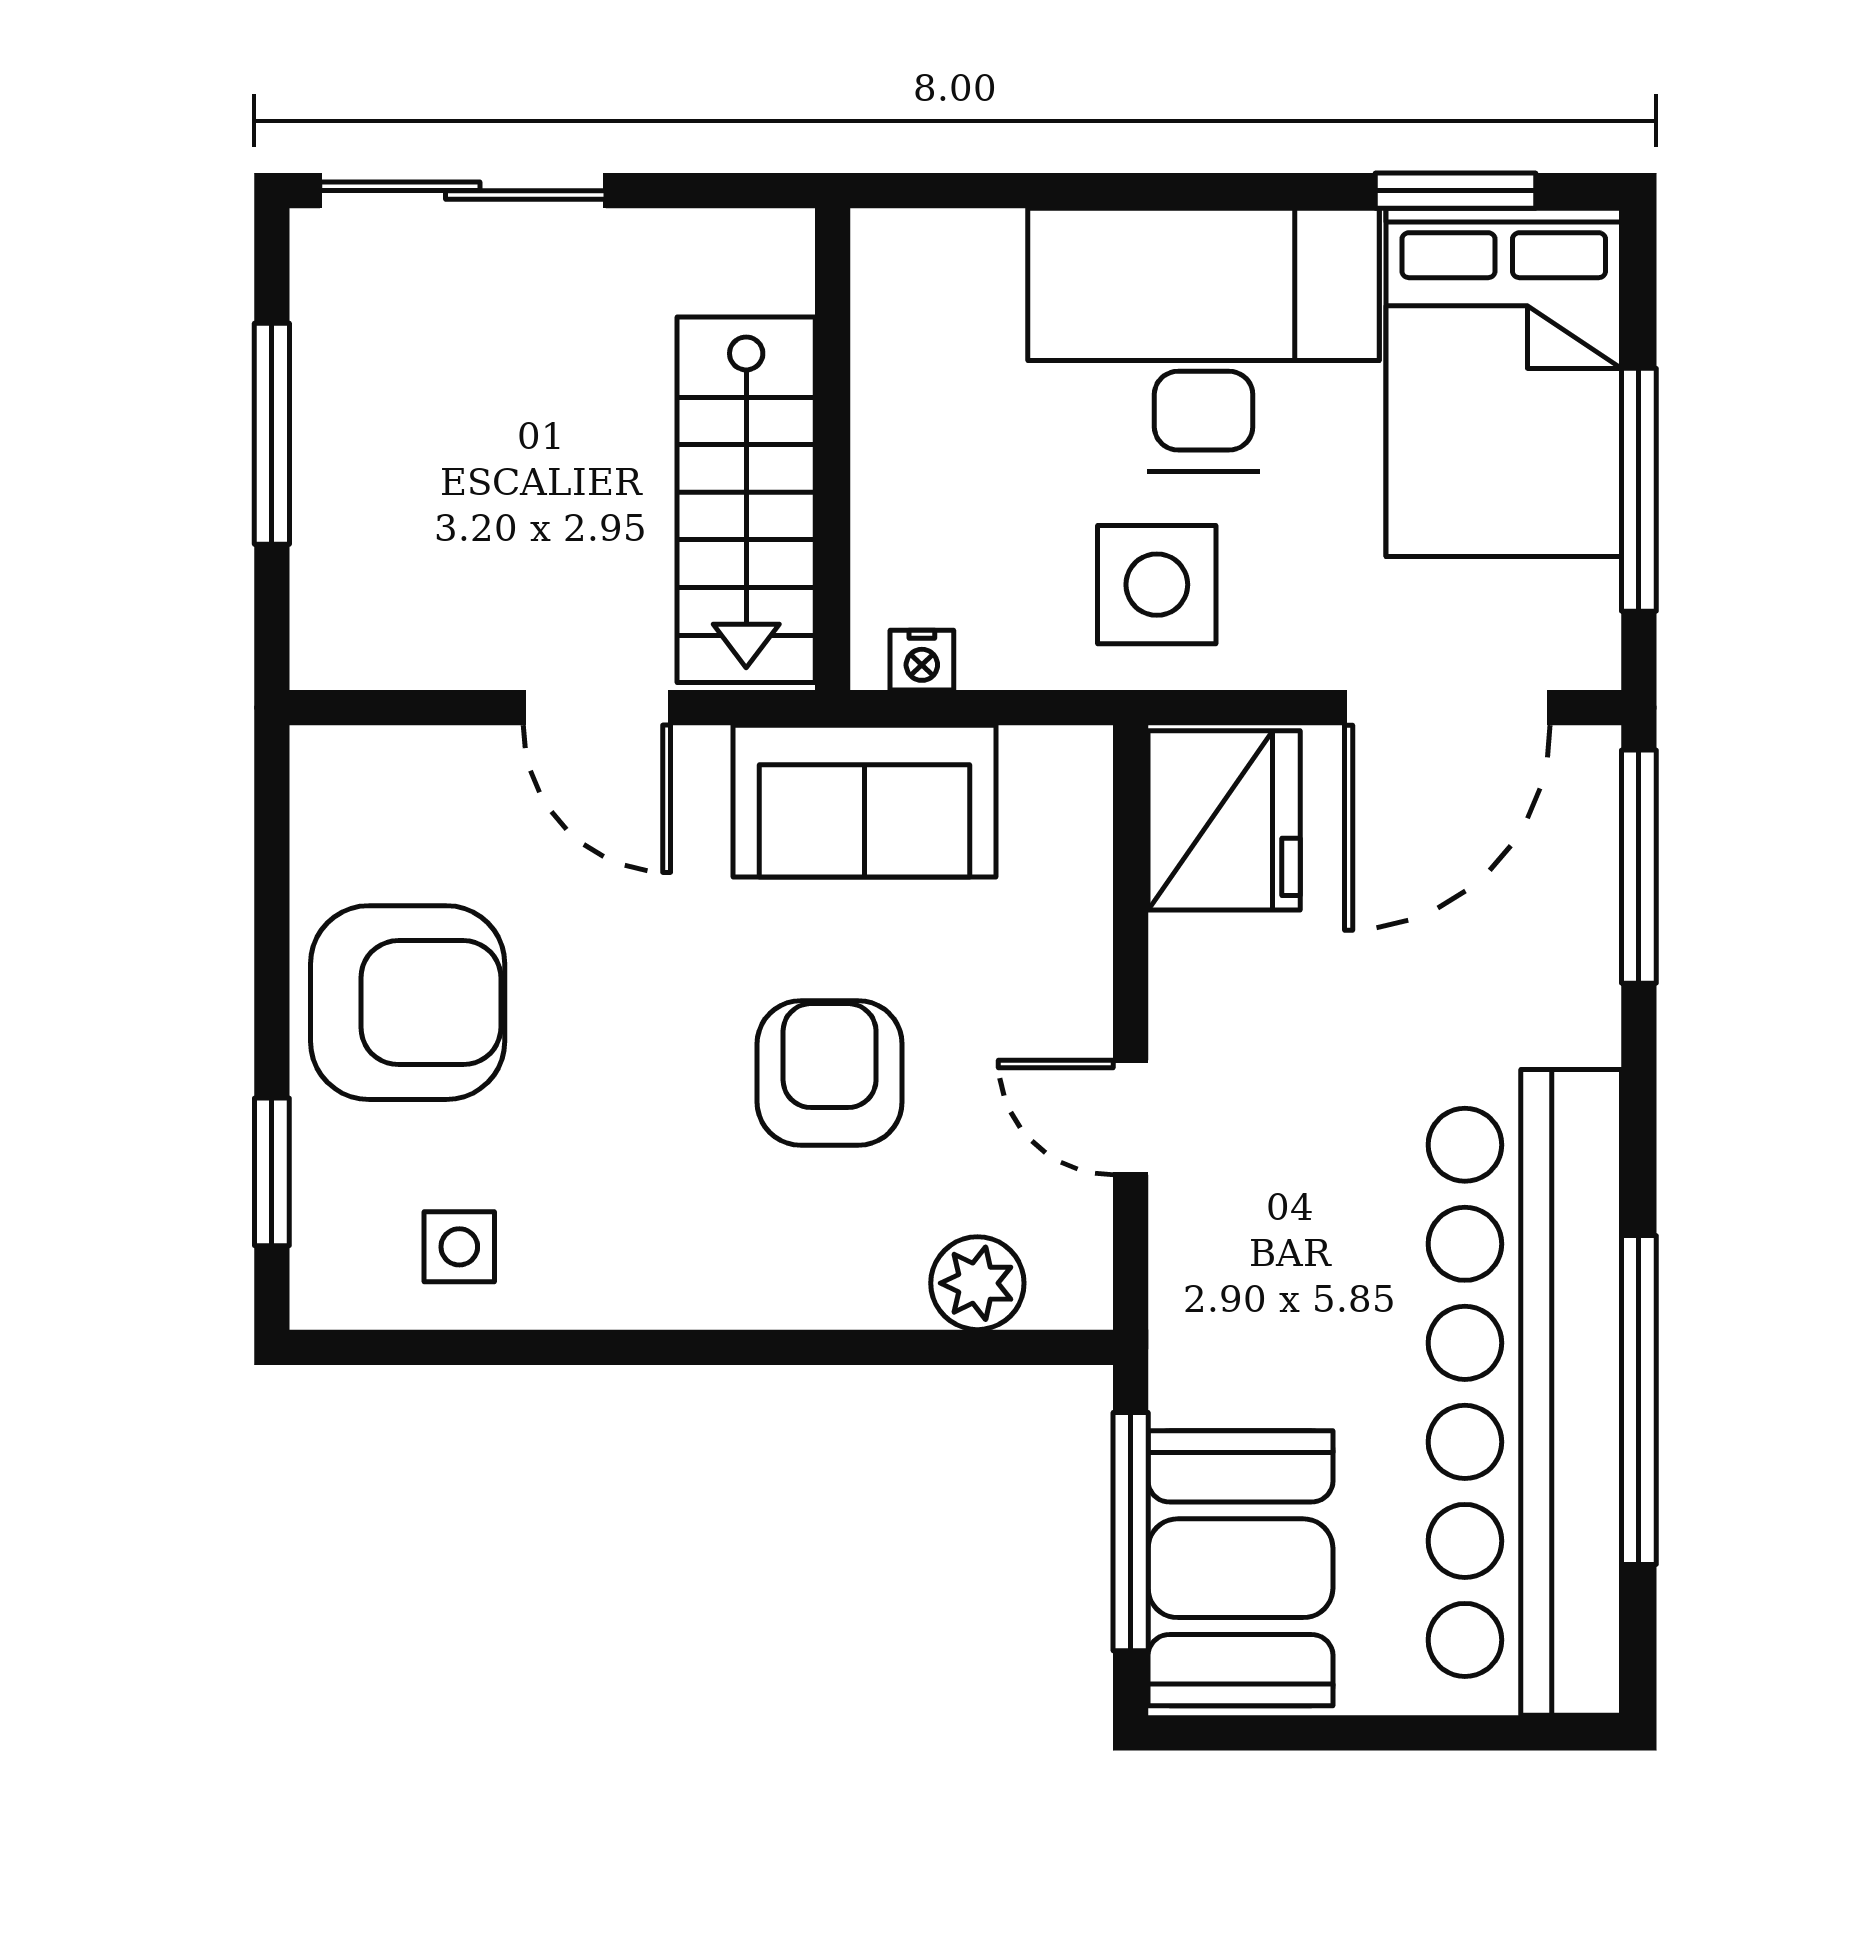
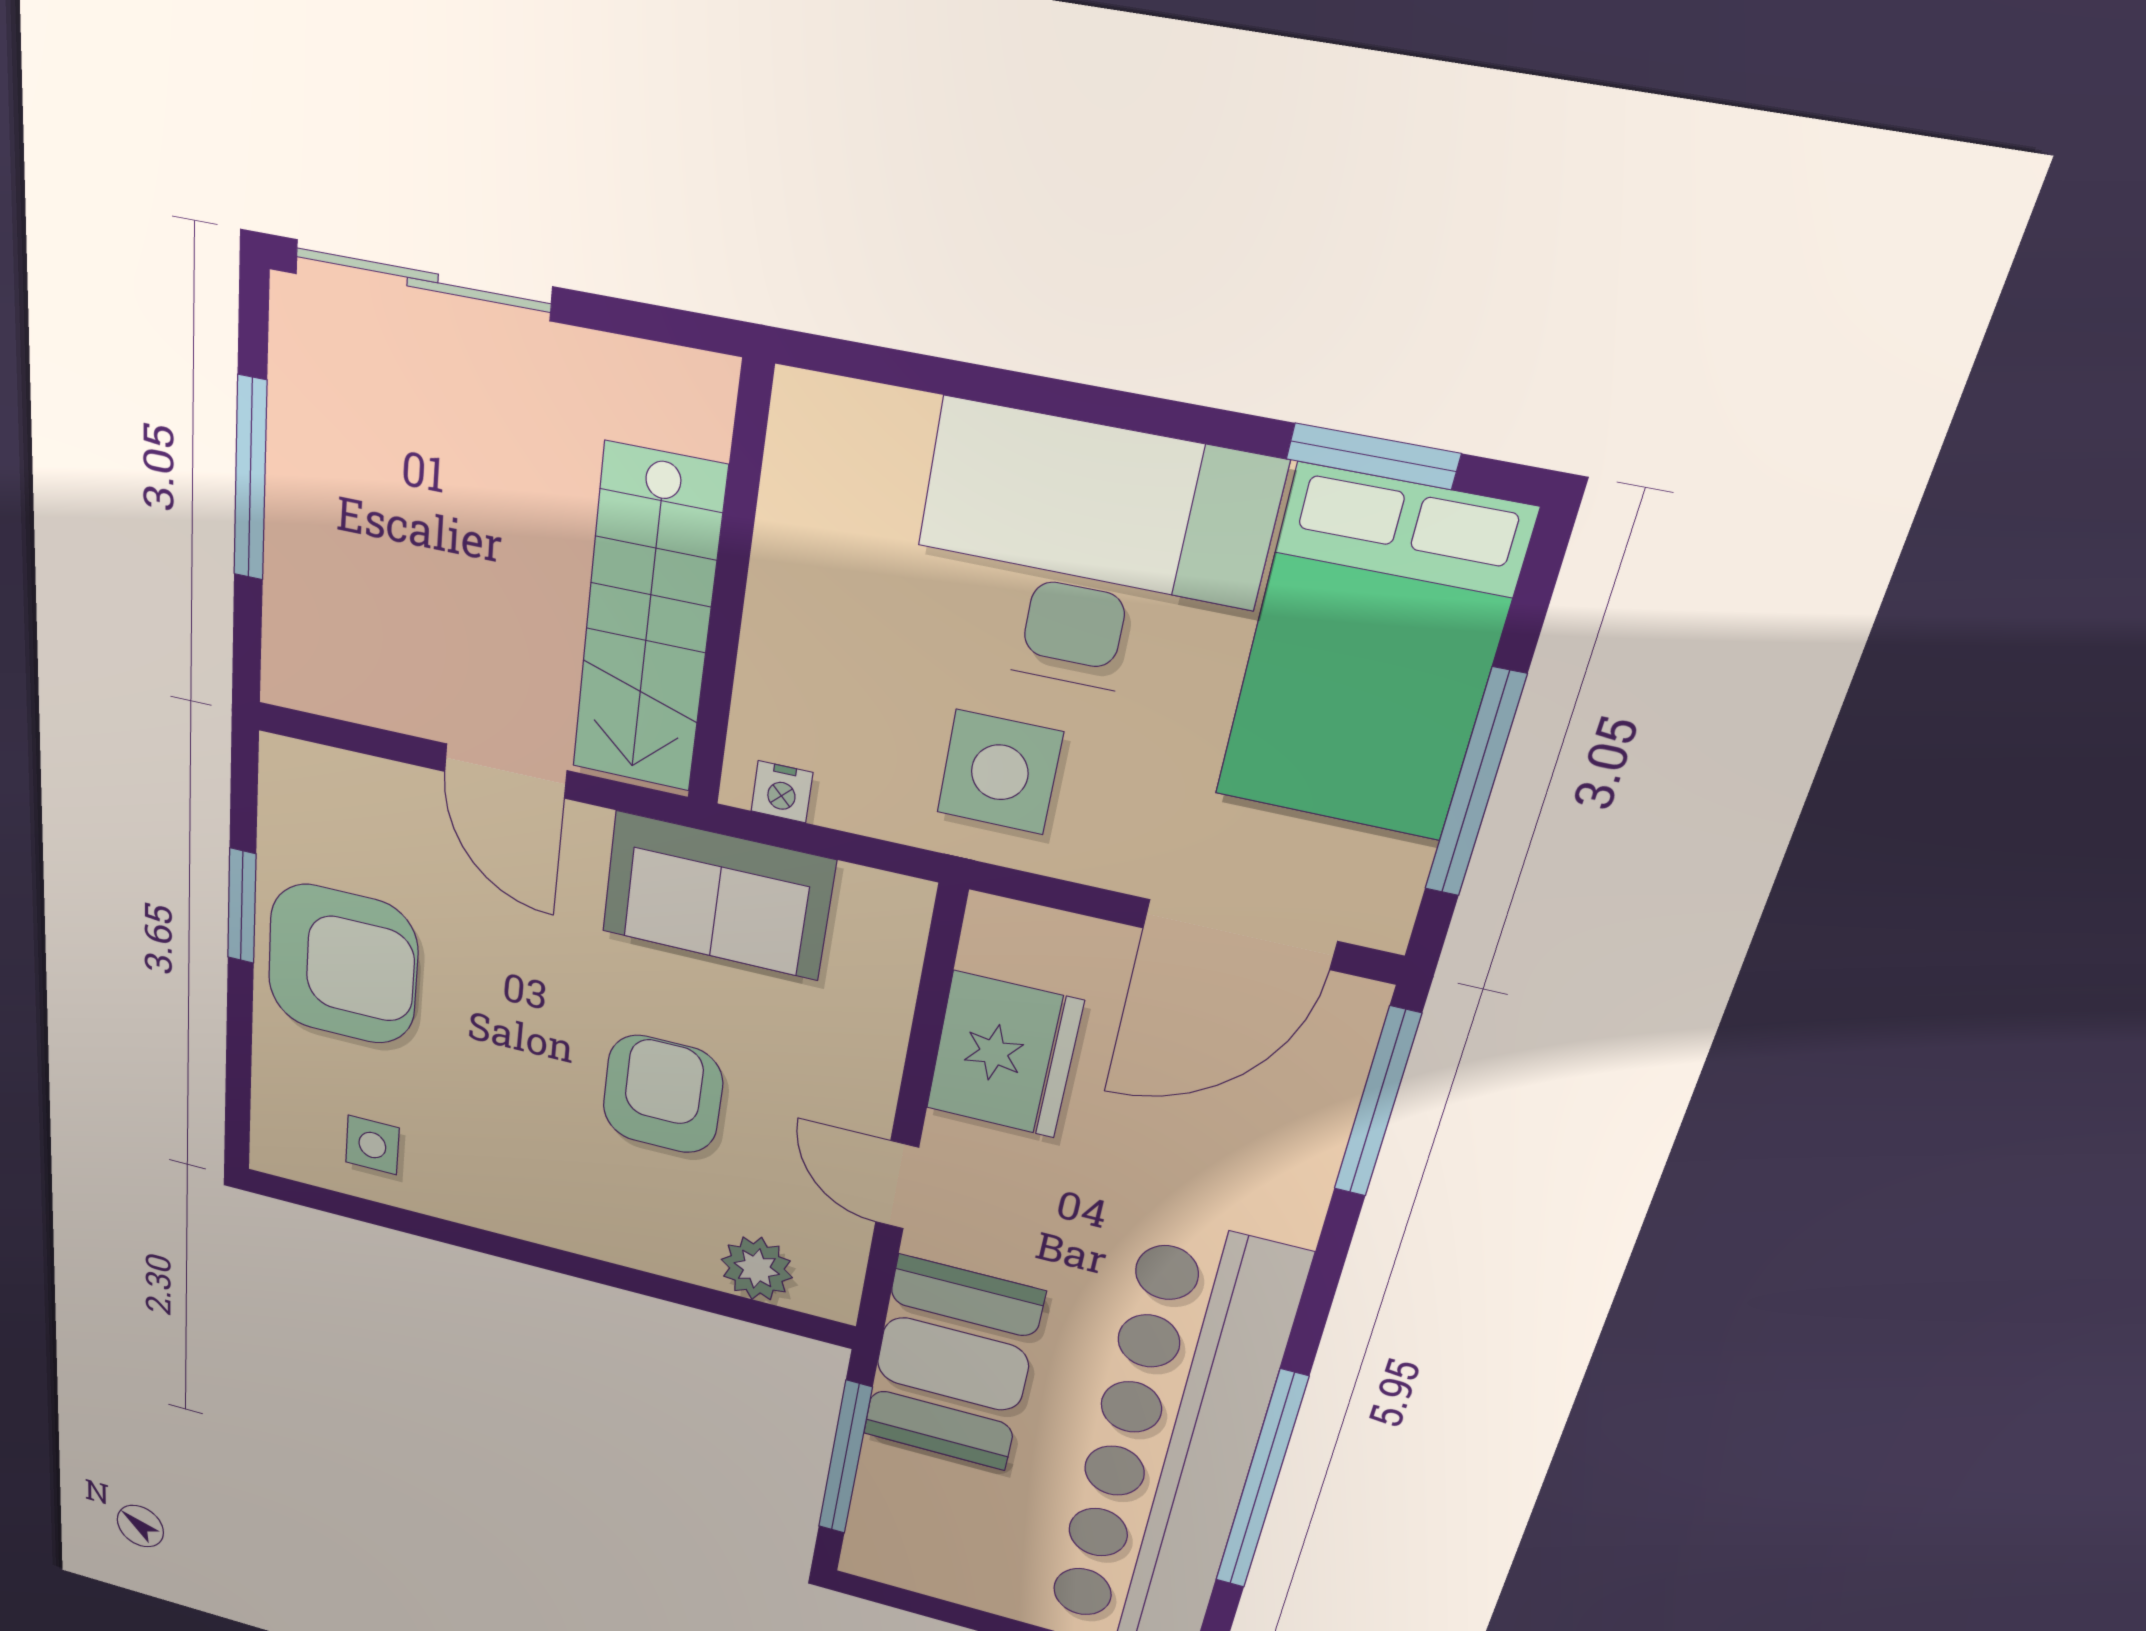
fridge: (1224, 820) -> (1004, 1055), moved
window: (272, 1172) -> (242, 906), moved
booth: (1240, 1568) -> (953, 1364), moved

